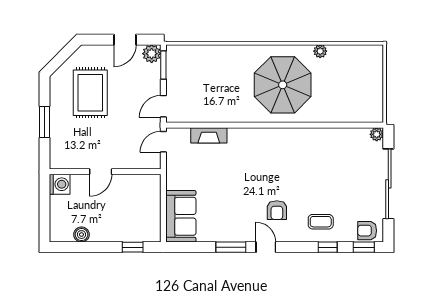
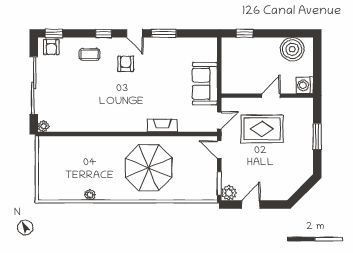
parasol: (283, 85) -> (149, 168), moved
rug: (90, 93) -> (262, 129), moved, turned 90
door: (163, 106) -> (219, 150), swing flipped
fireplace: (209, 135) -> (162, 126), moved
sofa: (181, 216) -> (205, 84), moved
armchair: (367, 231) -> (51, 47), turned 90
boiler: (81, 235) -> (292, 49), width x1.86, depth x1.86
window: (328, 247) -> (104, 33), moved

